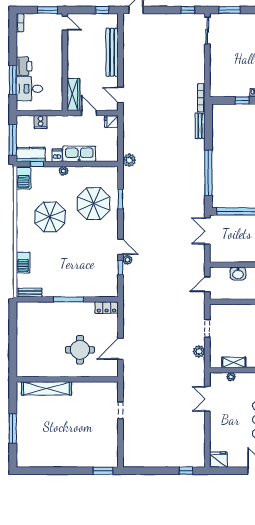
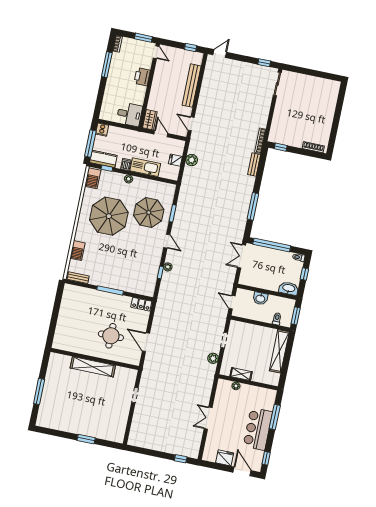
window: (230, 10) -> (300, 70), removed
printer: (24, 66) -> (142, 77), moved, turned 180
window: (13, 80) -> (107, 65), moved
desk: (29, 89) -> (129, 114), moved, turned 180
wardrobe: (73, 95) -> (150, 120), width x0.67
window: (242, 100) -> (281, 147), moved
cooker: (41, 122) -> (102, 130), moved
fridge: (111, 122) -> (175, 160), moved
plant: (129, 160) -> (192, 160), moved
window: (208, 173) -> (253, 206), width x0.68
parasol: (50, 217) -> (109, 216), width x1.36, depth x1.36
door: (120, 247) -> (167, 241), moved
door: (207, 284) -> (232, 302), hinge flipped
door: (120, 349) -> (146, 342), hinge flipped
shelving: (46, 388) -> (93, 367), moved
double door: (207, 399) -> (208, 418), moved
fridge: (218, 460) -> (225, 458), moved
window: (103, 471) -> (86, 439), moved

